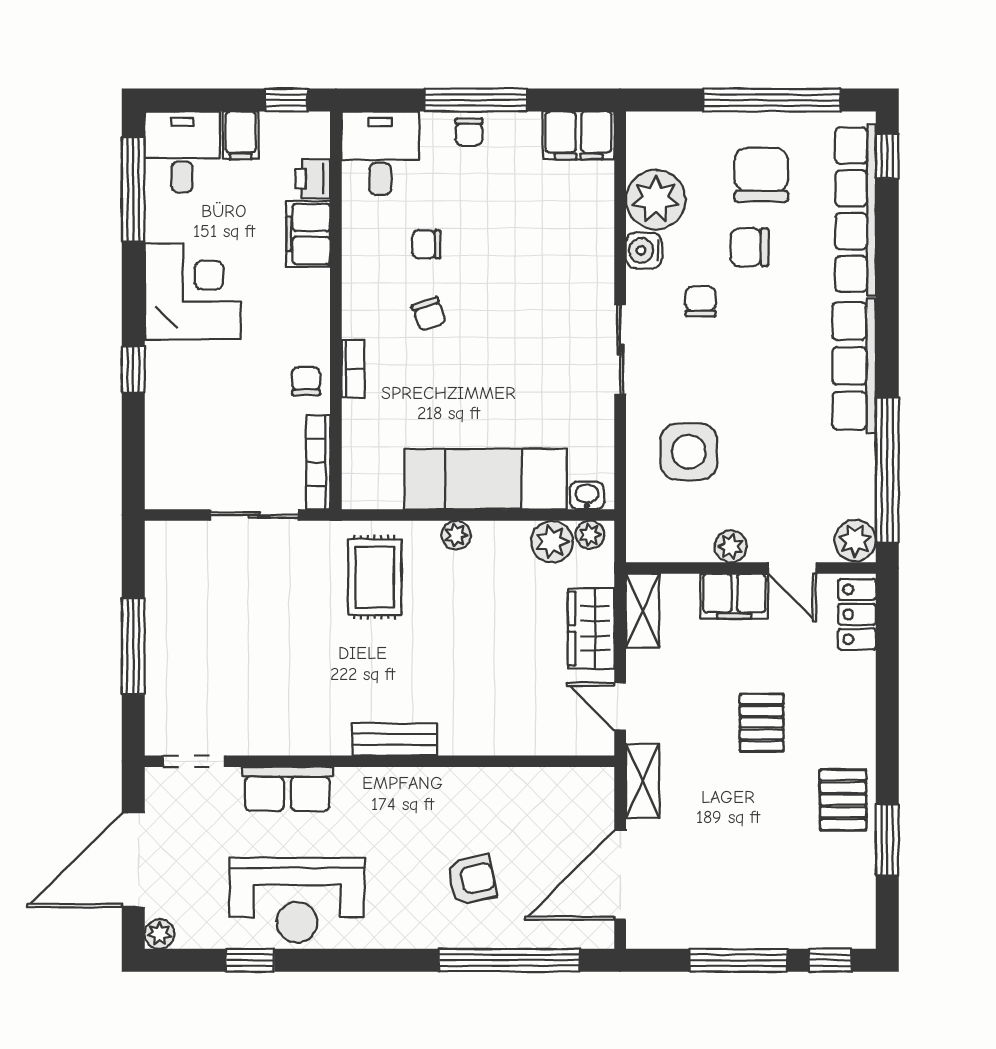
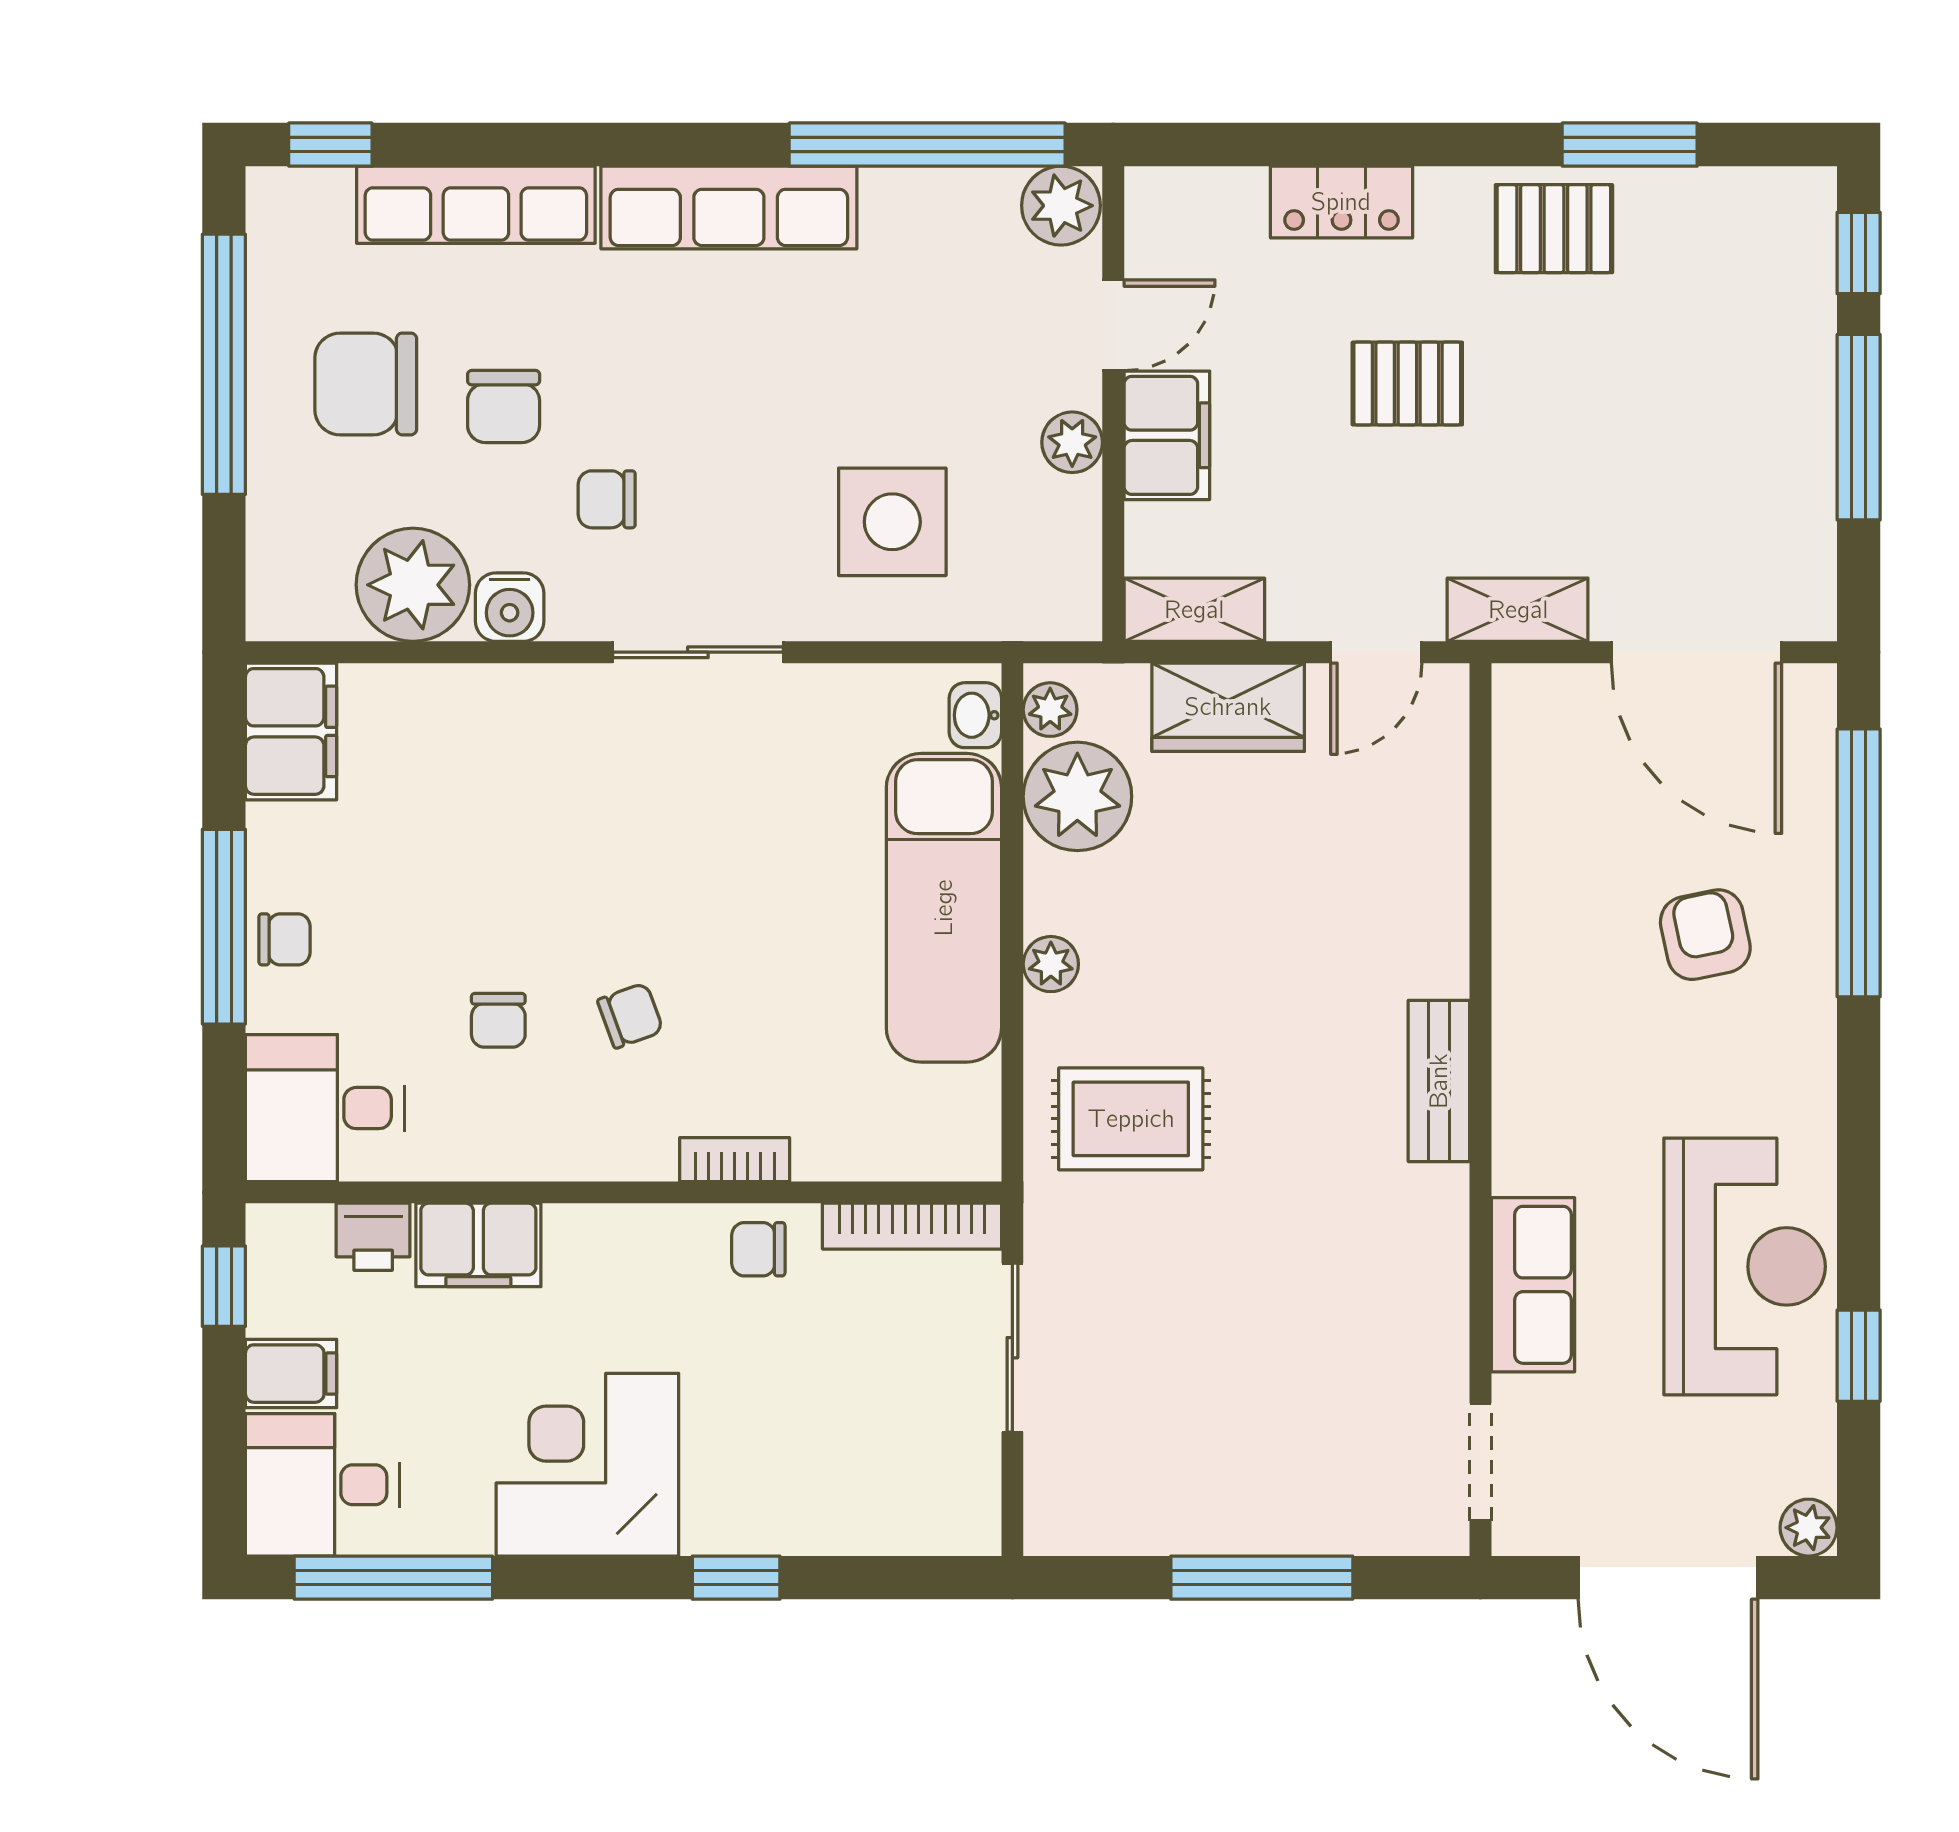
row of seats: (856, 210) -> (476, 205), width x0.73
plant: (552, 542) -> (1077, 796), width x1.36, depth x1.36
locker: (857, 614) -> (1341, 202), moved

